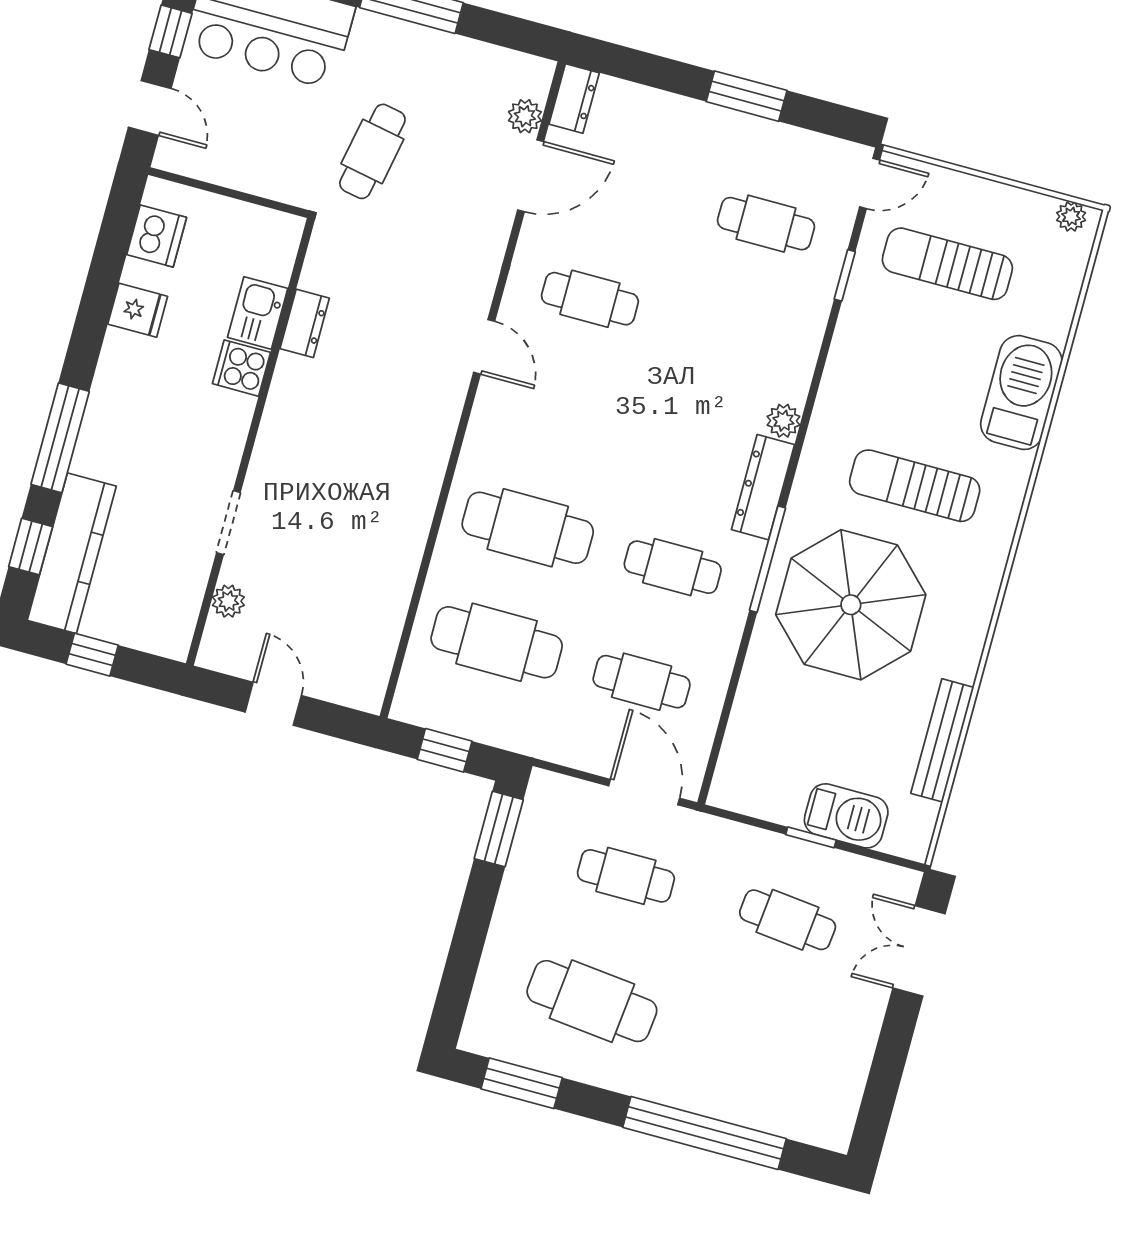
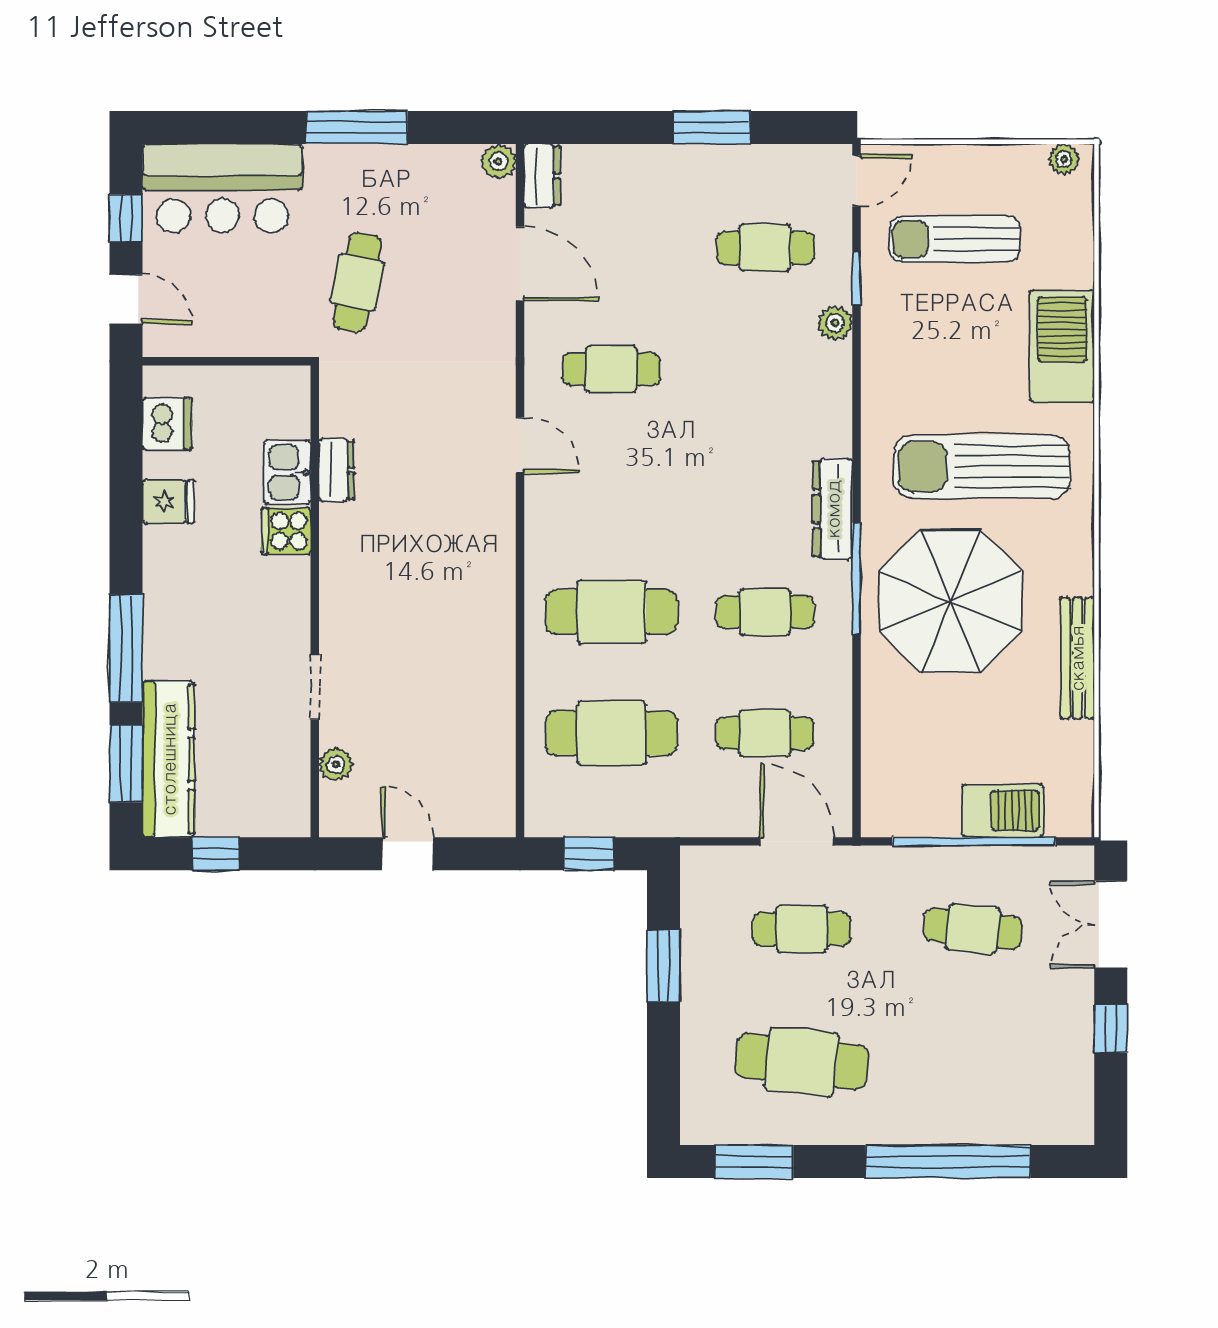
plant: (525, 116) -> (498, 161), moved
door: (531, 176) -> (520, 264), hinge flipped
plant: (783, 421) -> (835, 323), moved
sun lounger: (915, 486) -> (982, 467), width x1.36, depth x1.34
window: (31, 547) -> (126, 764), width x1.50
bench: (942, 740) -> (1077, 658), moved
window: (499, 829) -> (664, 966), moved
window: (811, 837) -> (974, 841), width x3.17
window: (892, 1050) -> (1111, 1029), added

